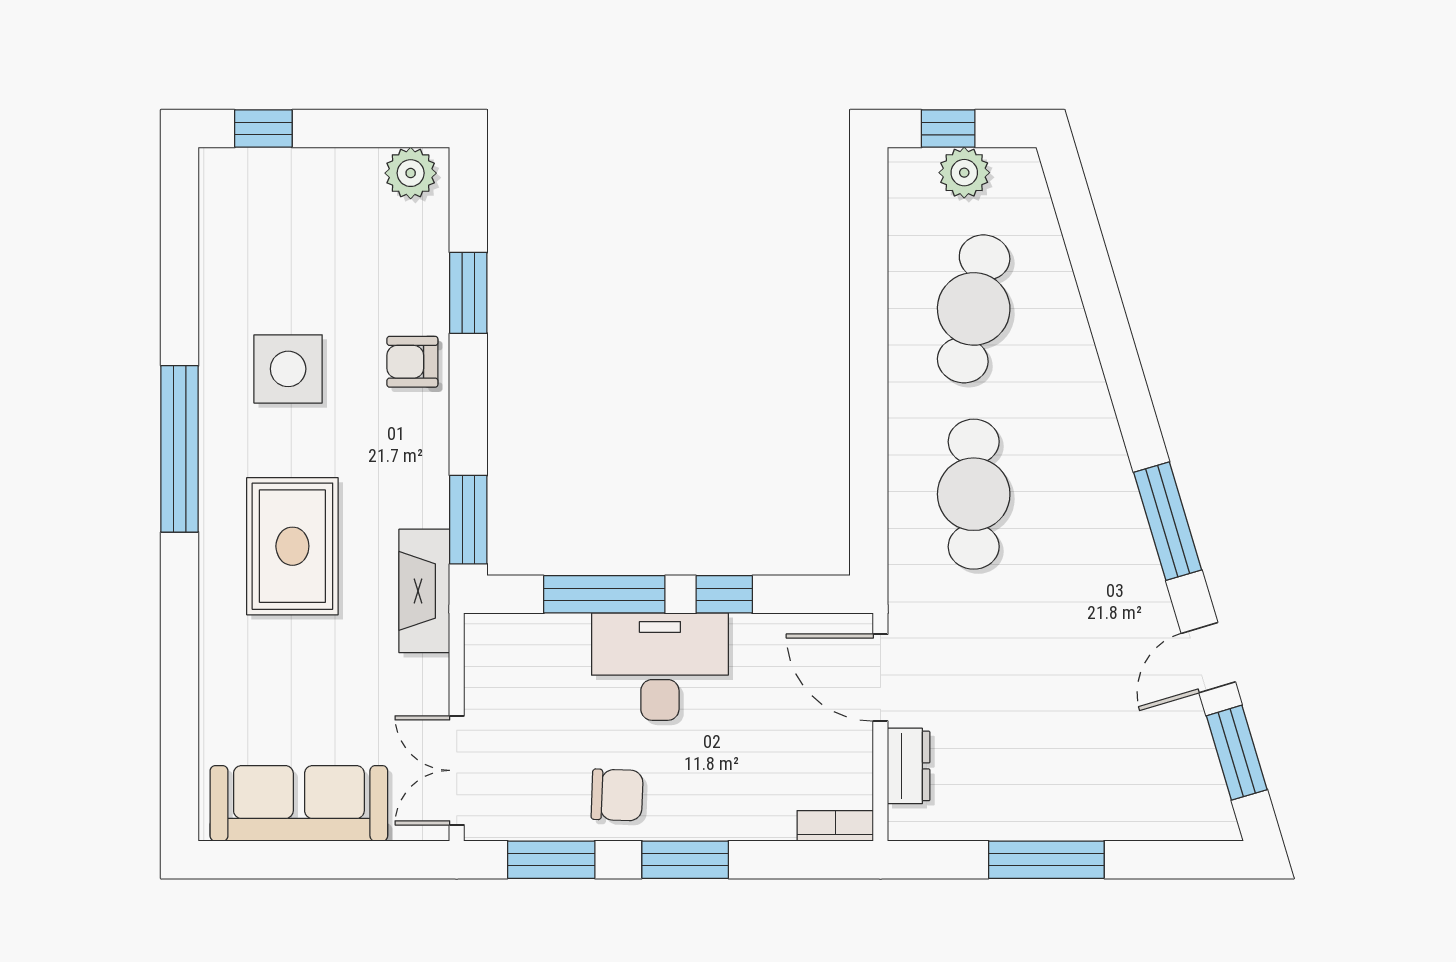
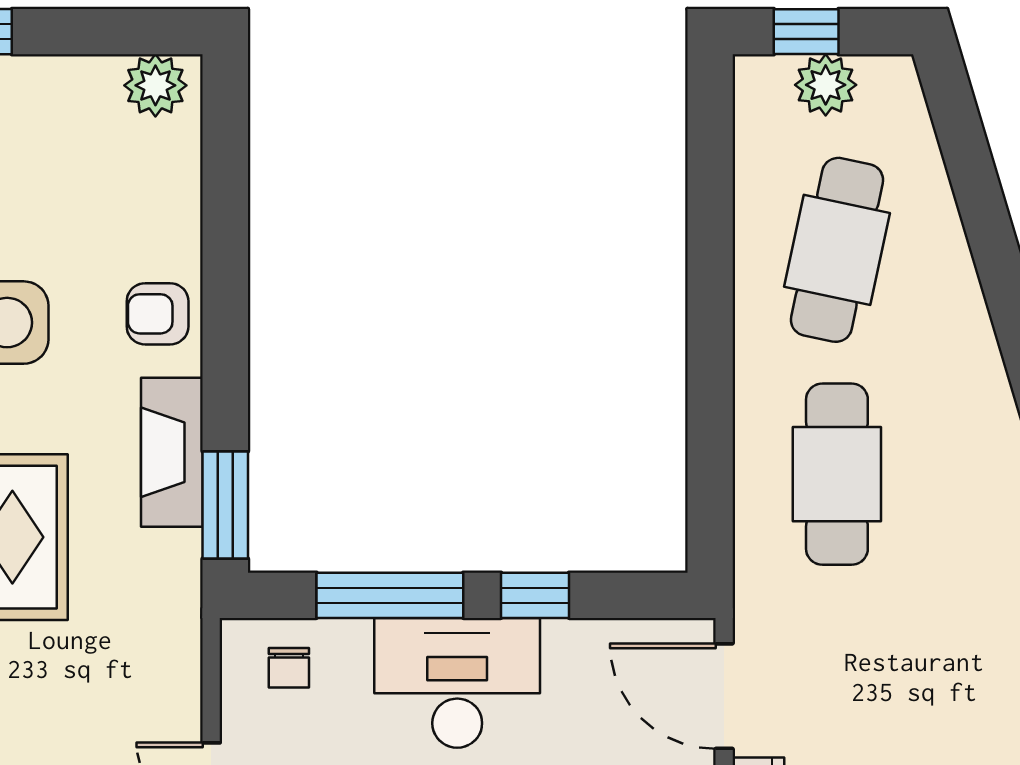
window: (468, 293) -> (225, 230), removed
fireplace: (424, 591) -> (172, 452), moved
chair: (521, 654) -> (289, 668), added

